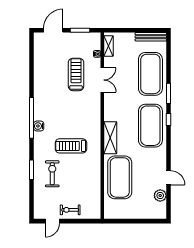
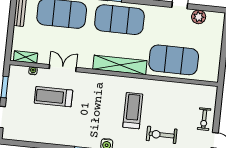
shelving: (110, 138) -> (120, 65), width x1.47
treadmill: (71, 146) -> (133, 111), turned 180

